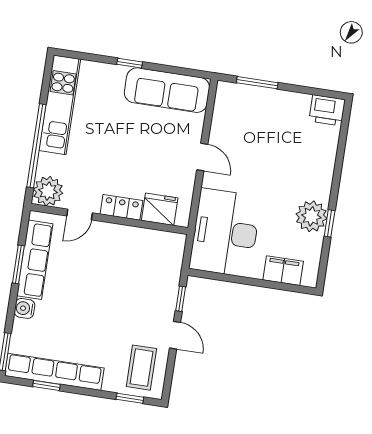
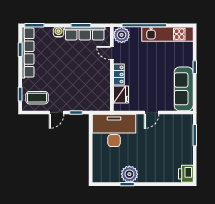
filing cabinet: (283, 271) -> (99, 164), removed

